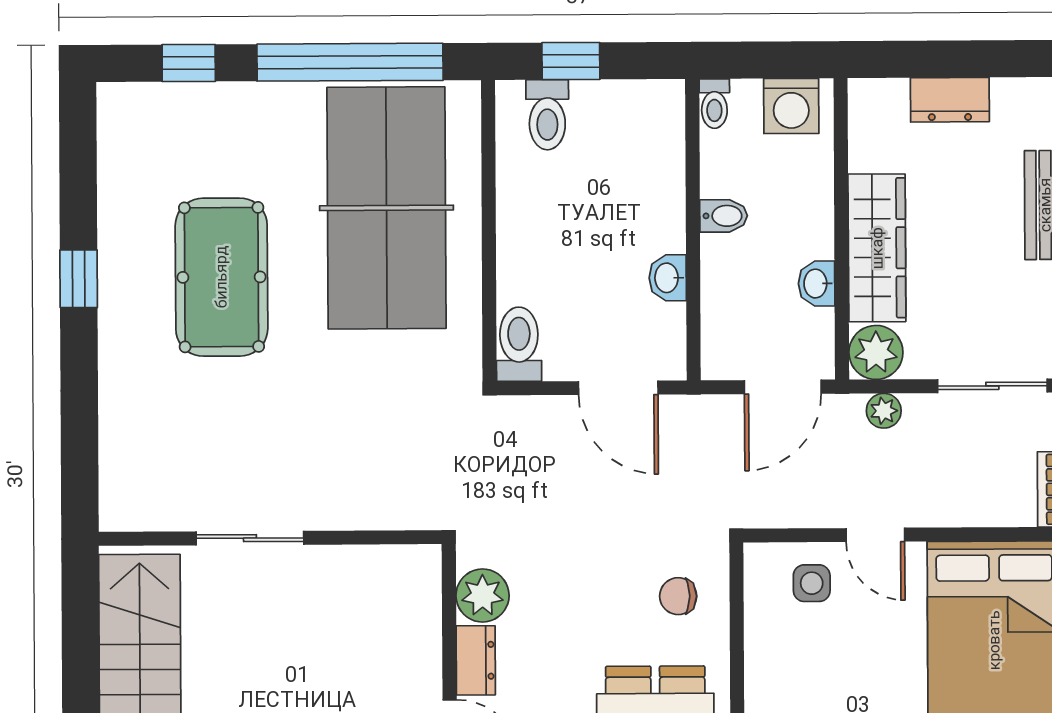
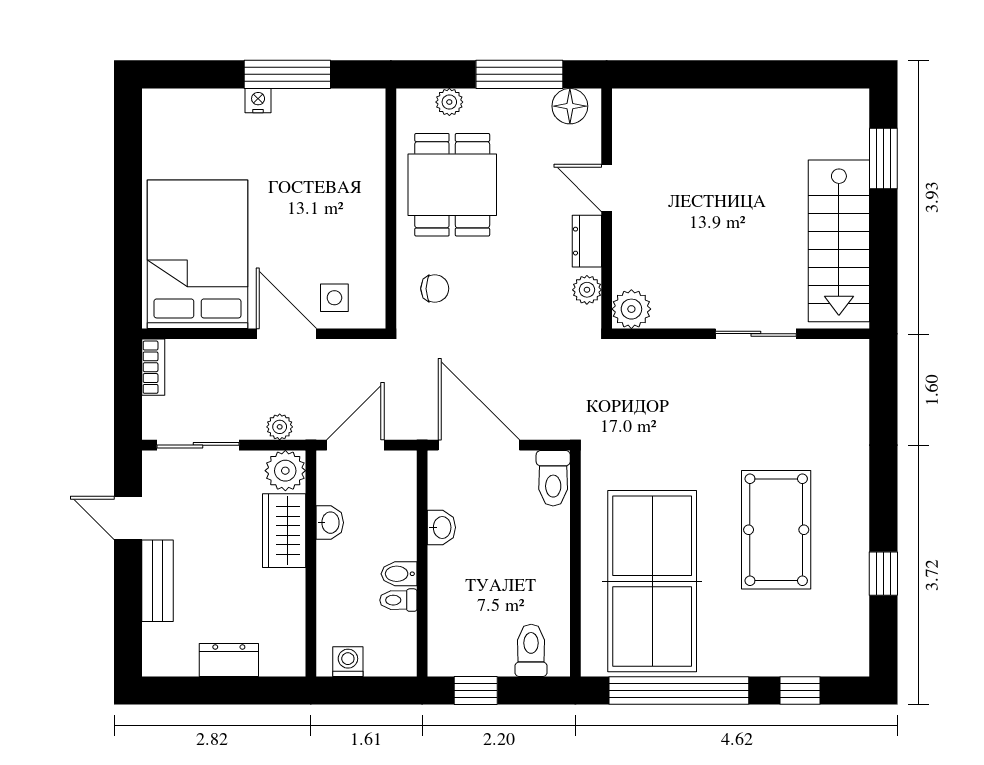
window: (571, 61) -> (476, 691), moved
toilet: (714, 104) -> (398, 600), moved, turned -90
washing machine: (791, 106) -> (348, 662), width x0.73, depth x0.73
wardrobe: (877, 248) -> (284, 531), width x0.67
window: (79, 279) -> (883, 574), moved
door: (618, 388) -> (479, 445), width x1.36
door: (875, 535) -> (286, 334), width x1.38
plant: (416, 570) -> (631, 309), added
plant: (483, 596) -> (587, 290), width x0.73, depth x0.73

